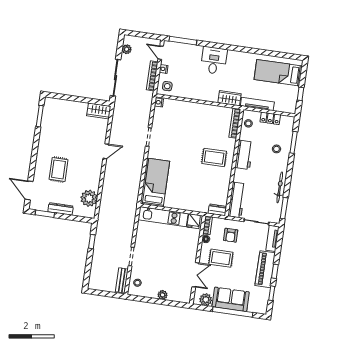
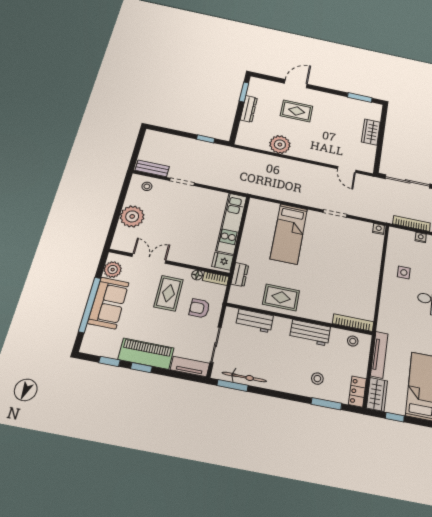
side table: (167, 86) -> (404, 272), moved
wardrobe: (230, 98) -> (377, 394), moved
wardrobe: (99, 111) -> (371, 132), moved
locker: (270, 118) -> (357, 392), moved
door: (106, 151) -> (347, 170), moved
rug: (214, 157) -> (281, 297), moved, turned 90
bed: (156, 183) -> (289, 234), moved, turned 90
bicycle: (280, 187) -> (244, 377), moved
door: (29, 190) -> (296, 84), moved
plant: (89, 198) -> (280, 145), moved
workbench: (237, 200) -> (255, 321), width x0.73
dresser: (217, 210) -> (240, 275), moved
double door: (195, 275) -> (149, 258), swing flipped
plant: (163, 295) -> (132, 216), width x1.88, depth x1.88

